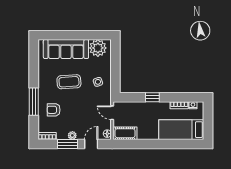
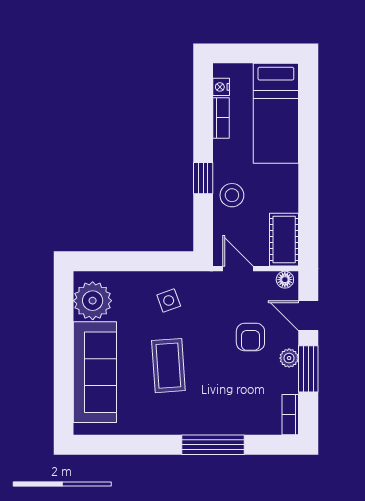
armchair: (54, 110) -> (250, 337), moved
stool: (145, 110) -> (232, 195), added
door: (112, 113) -> (238, 269), swing flipped

